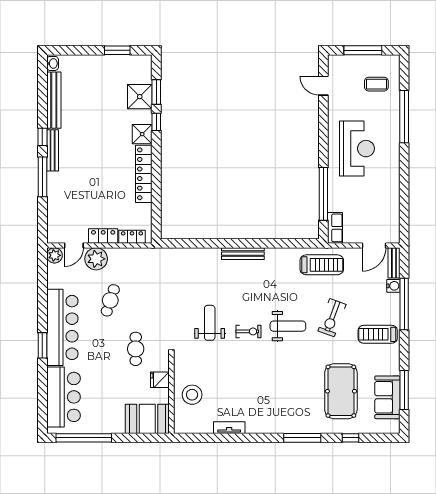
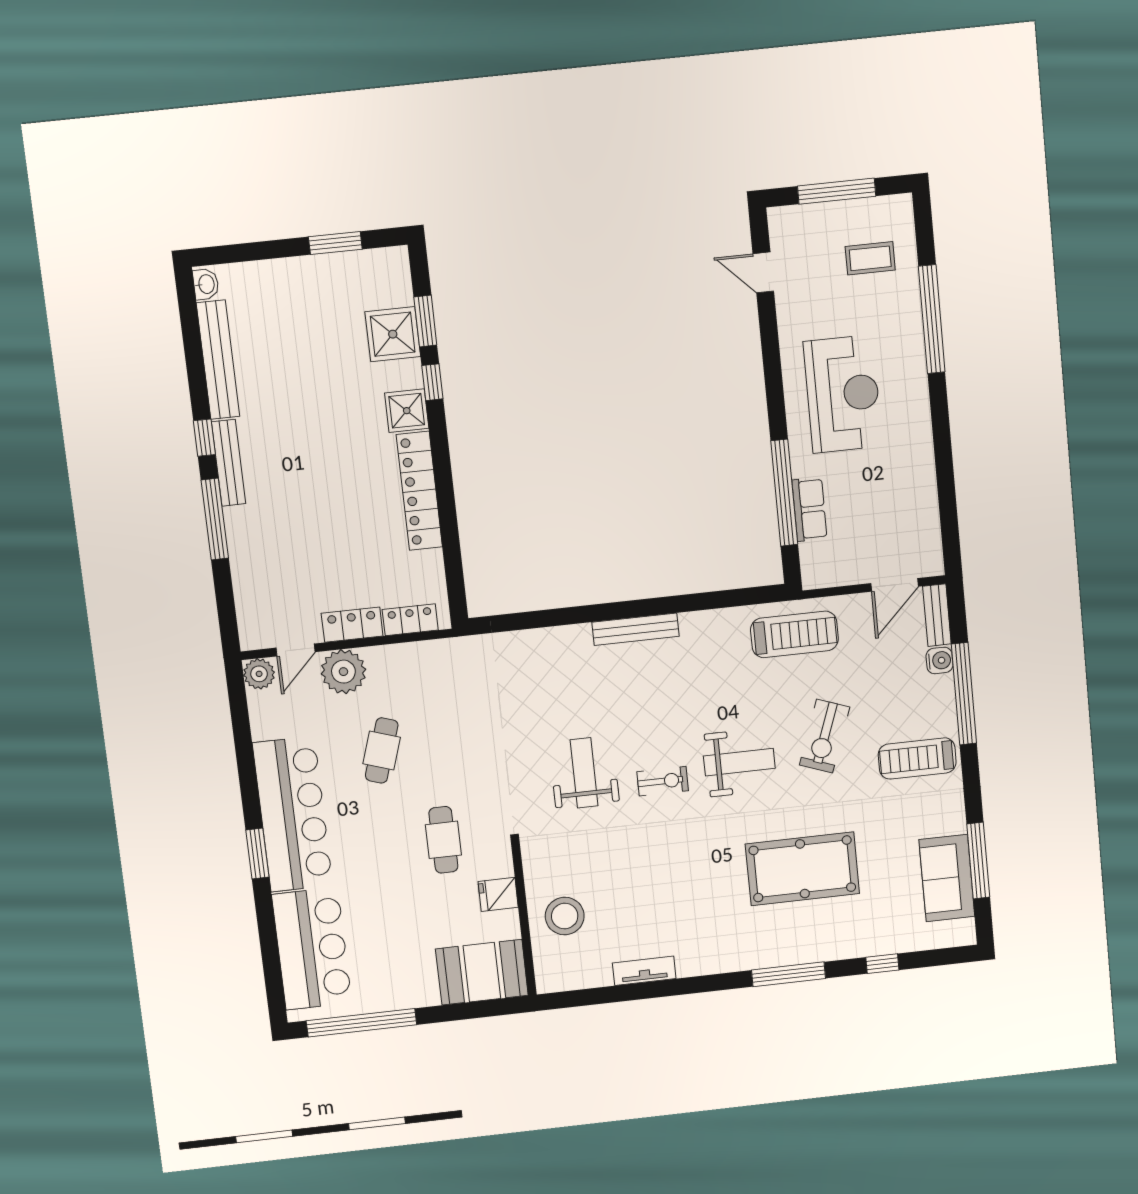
row of seats: (335, 228) -> (809, 509), moved
pool table: (341, 391) -> (802, 869), moved, turned 90

